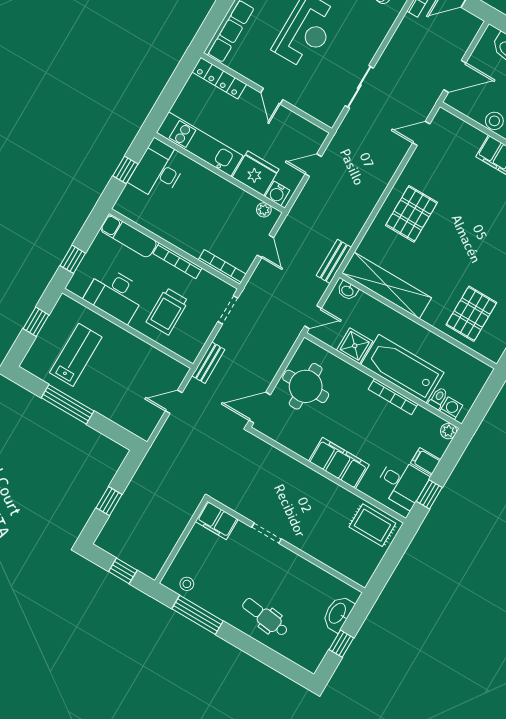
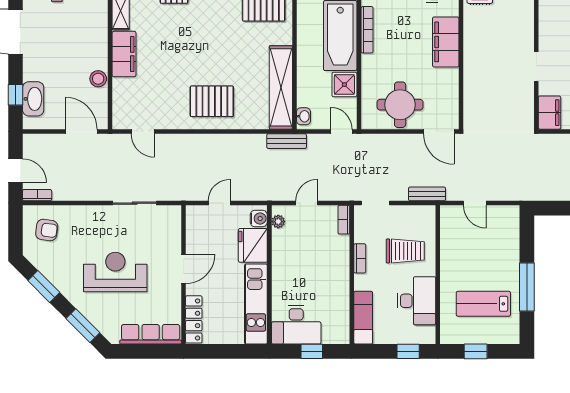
door: (272, 96) -> (183, 269), width x1.38
door: (313, 165) -> (219, 203), swing flipped
bookcase: (178, 261) -> (360, 258), width x0.64
bookcase: (222, 267) -> (344, 220), width x0.64

